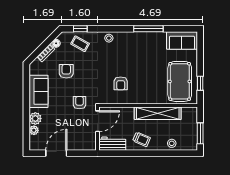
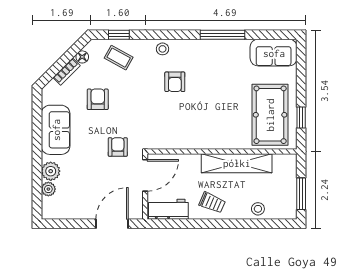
armchair: (121, 83) -> (175, 82), moved
door: (56, 153) -> (112, 224), moved

